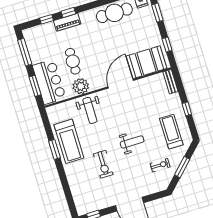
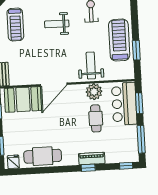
window: (46, 19) -> (126, 166), moved
window: (54, 149) -> (136, 50), moved

